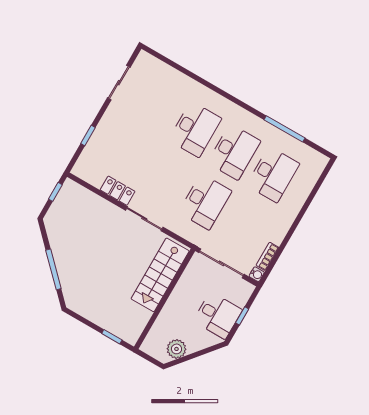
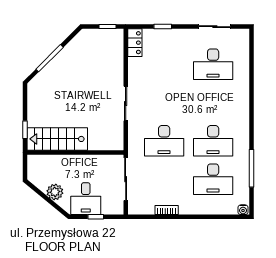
desk: (195, 129) -> (213, 64), moved
locker: (118, 191) -> (135, 43), moved
bookcase: (267, 256) -> (167, 210), moved
water cooler: (257, 274) -> (243, 210), moved
stairs: (160, 275) -> (57, 139), moved
plant: (176, 349) -> (55, 192), moved

